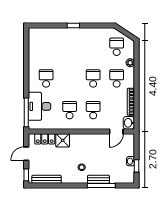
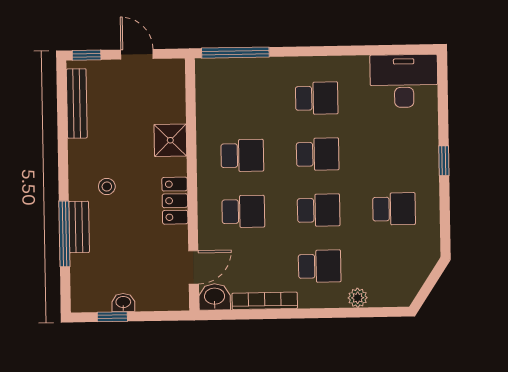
school desk: (117, 47) -> (394, 209), moved
school desk: (70, 78) -> (318, 154), added
desk: (39, 106) -> (404, 81), moved
door: (116, 131) -> (194, 267), swing flipped
locker: (45, 139) -> (175, 201), moved

